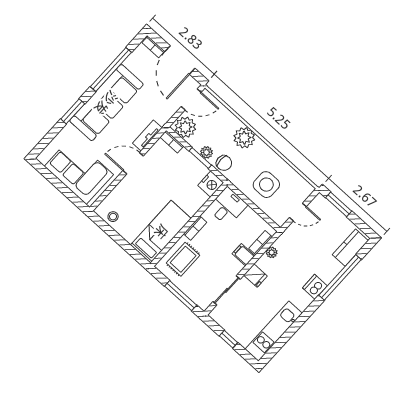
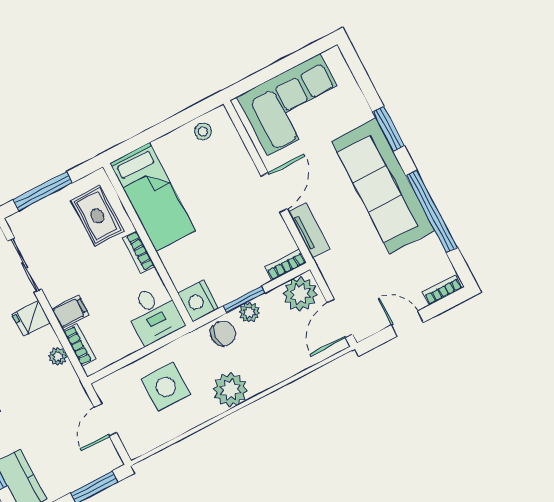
door: (180, 60) -> (407, 324), width x0.53
plant: (244, 138) -> (230, 390), moved
chair: (224, 163) -> (223, 333), turned 180

